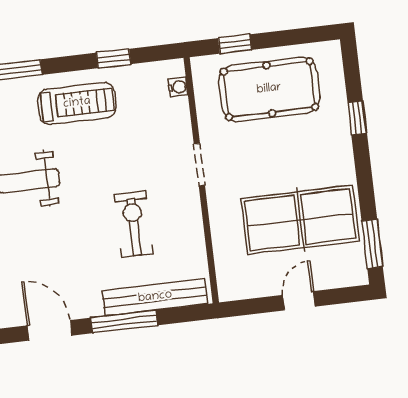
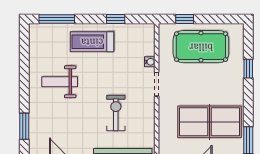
water cooler: (178, 87) -> (150, 62), moved
treadmill: (77, 103) -> (92, 42), turned 180

